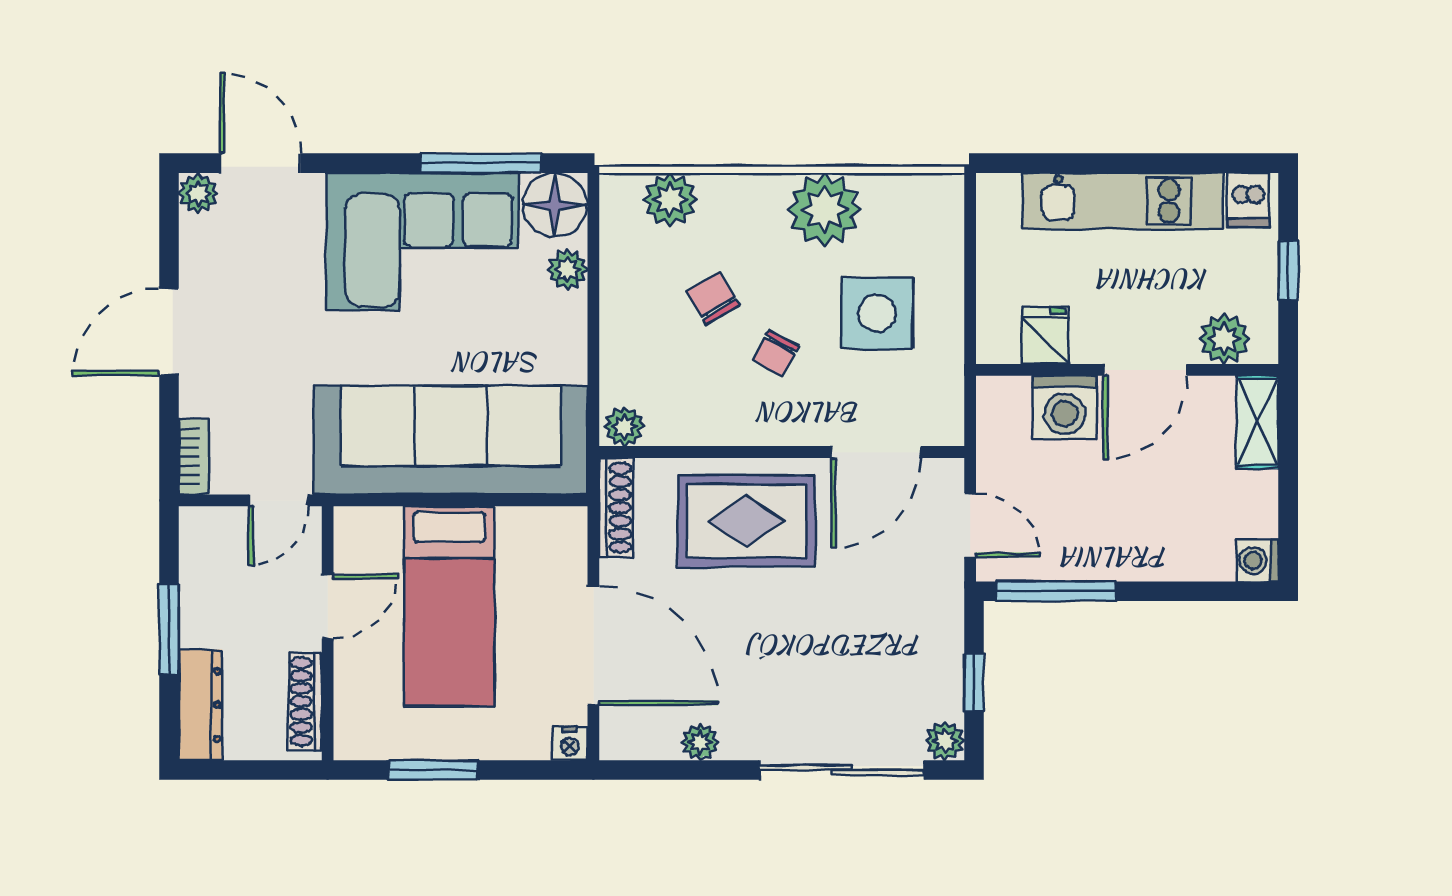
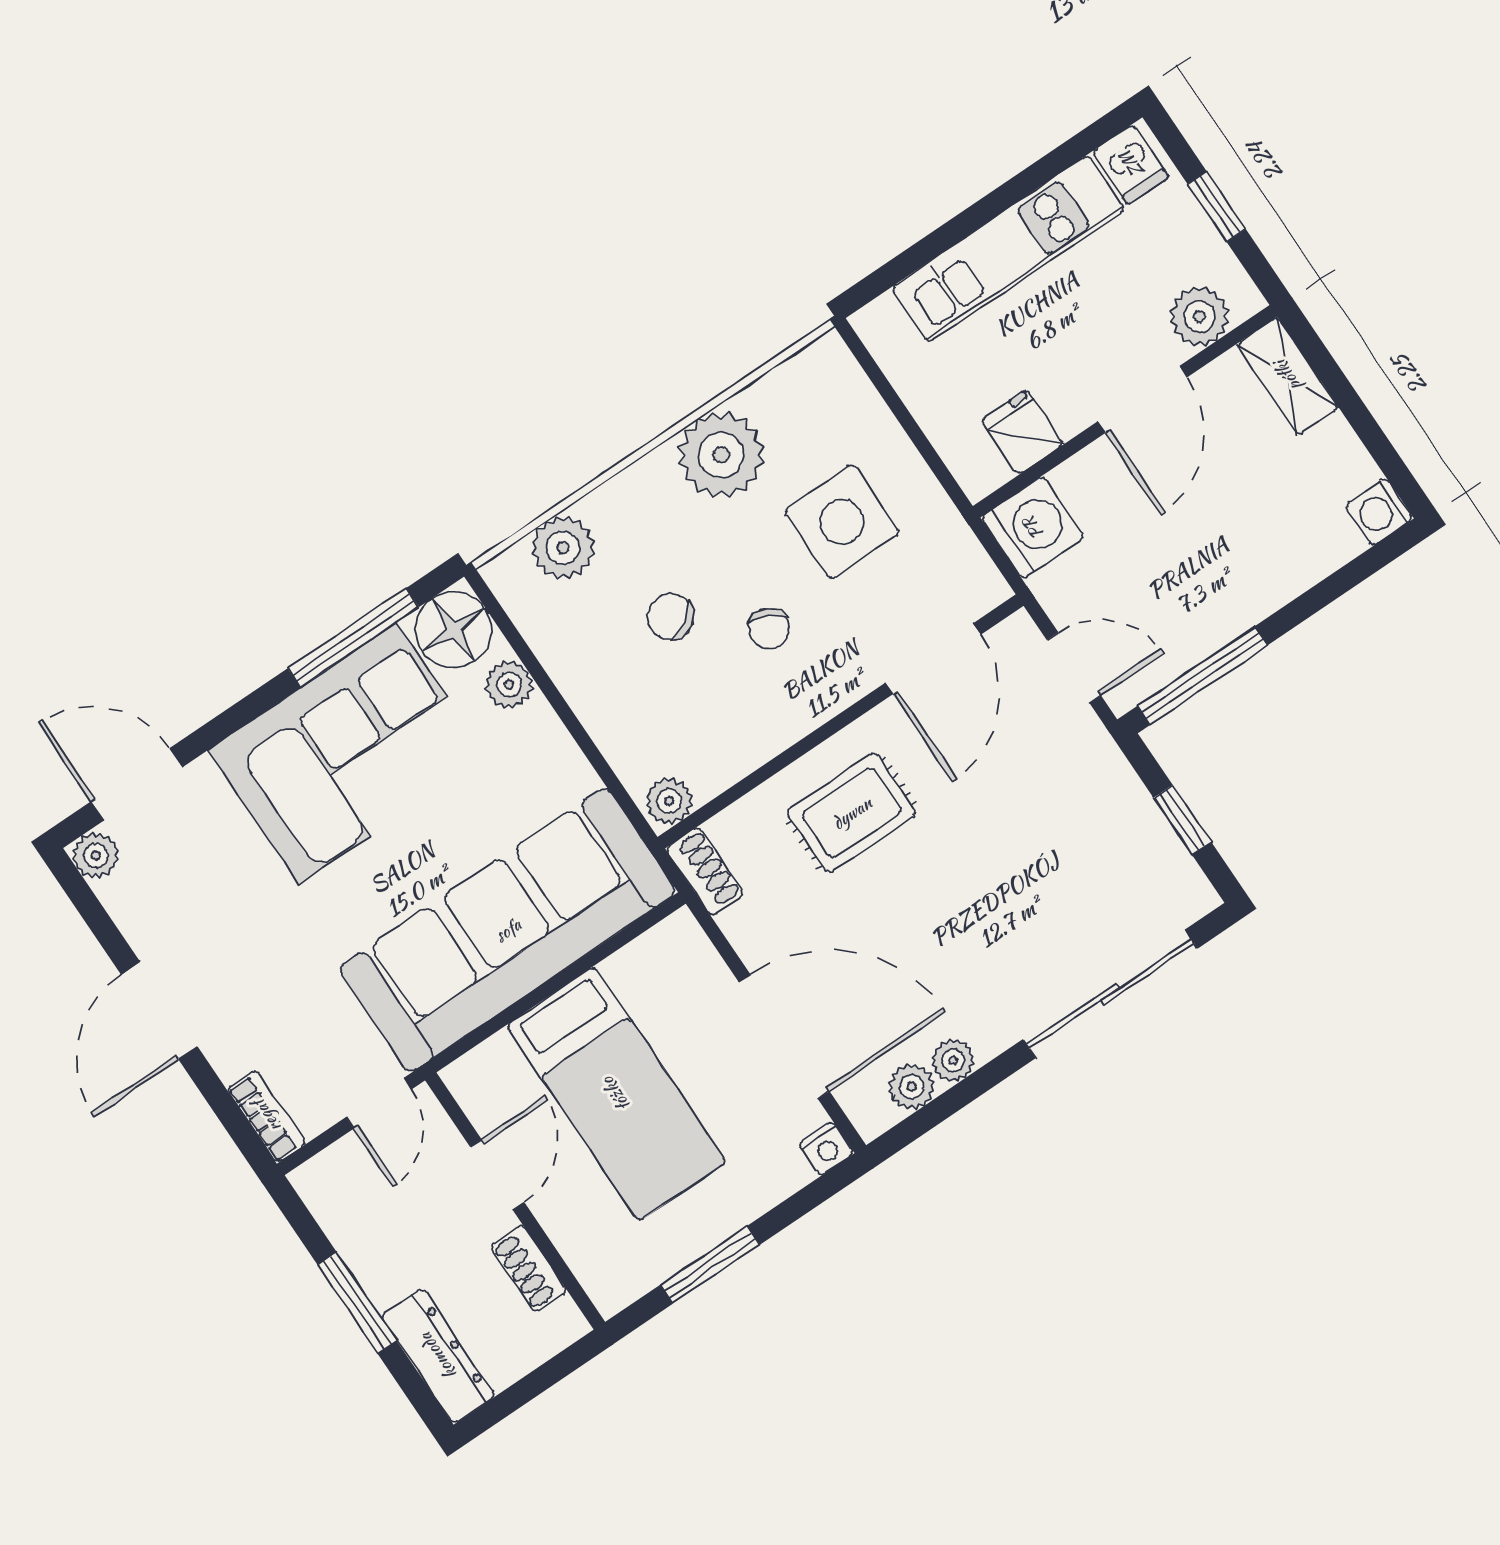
washing machine: (1065, 407) -> (1033, 528), moved, turned -90
shoe rack: (616, 508) -> (705, 872), width x0.70
rug: (746, 521) -> (852, 813), width x0.73, depth x0.70
shoe rack: (305, 701) -> (529, 1269), width x0.70
plant: (945, 741) -> (912, 1087), moved

